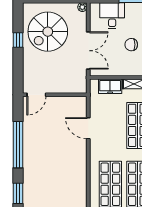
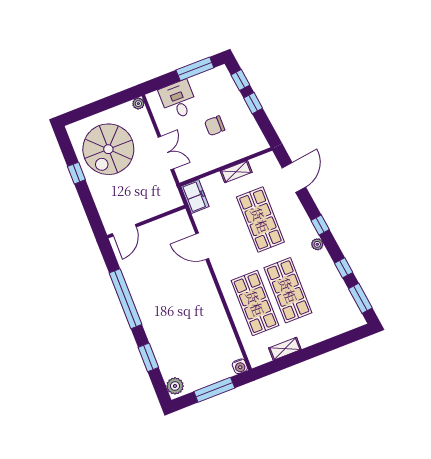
double door: (88, 51) -> (166, 153), width x0.73
freezer: (110, 86) -> (195, 196), moved, turned -90

